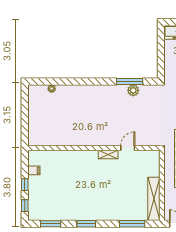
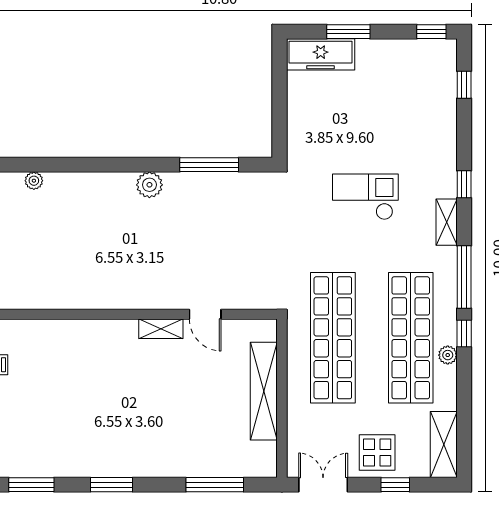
plant: (133, 90) -> (149, 185), moved
door: (128, 148) -> (205, 314), swing flipped
shelving: (154, 199) -> (264, 391), moved

